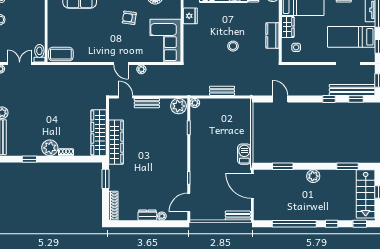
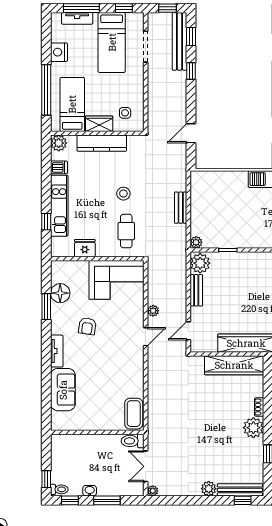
kitchen counter: (272, 36) -> (102, 143), width x1.50
cafe table: (204, 48) -> (126, 231), added
bench: (147, 103) -> (196, 290), moved

